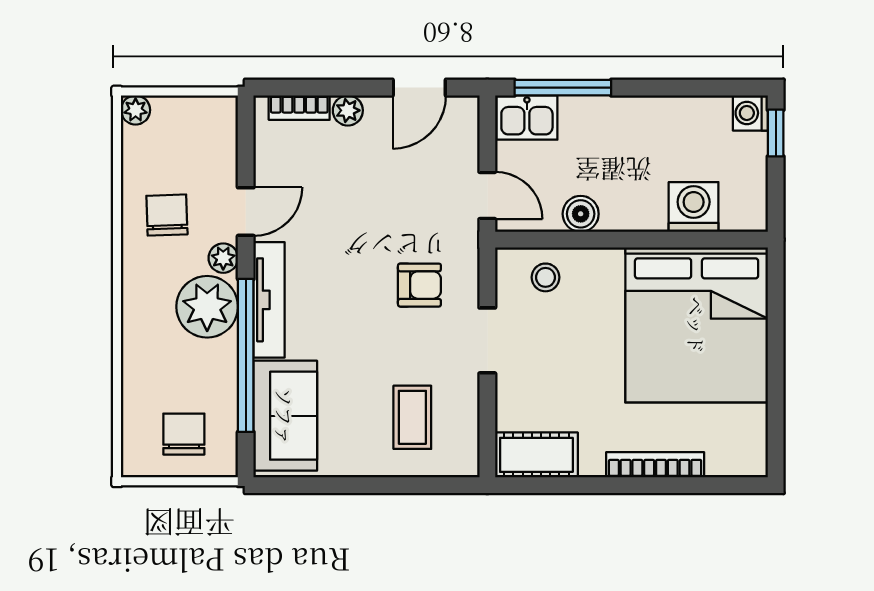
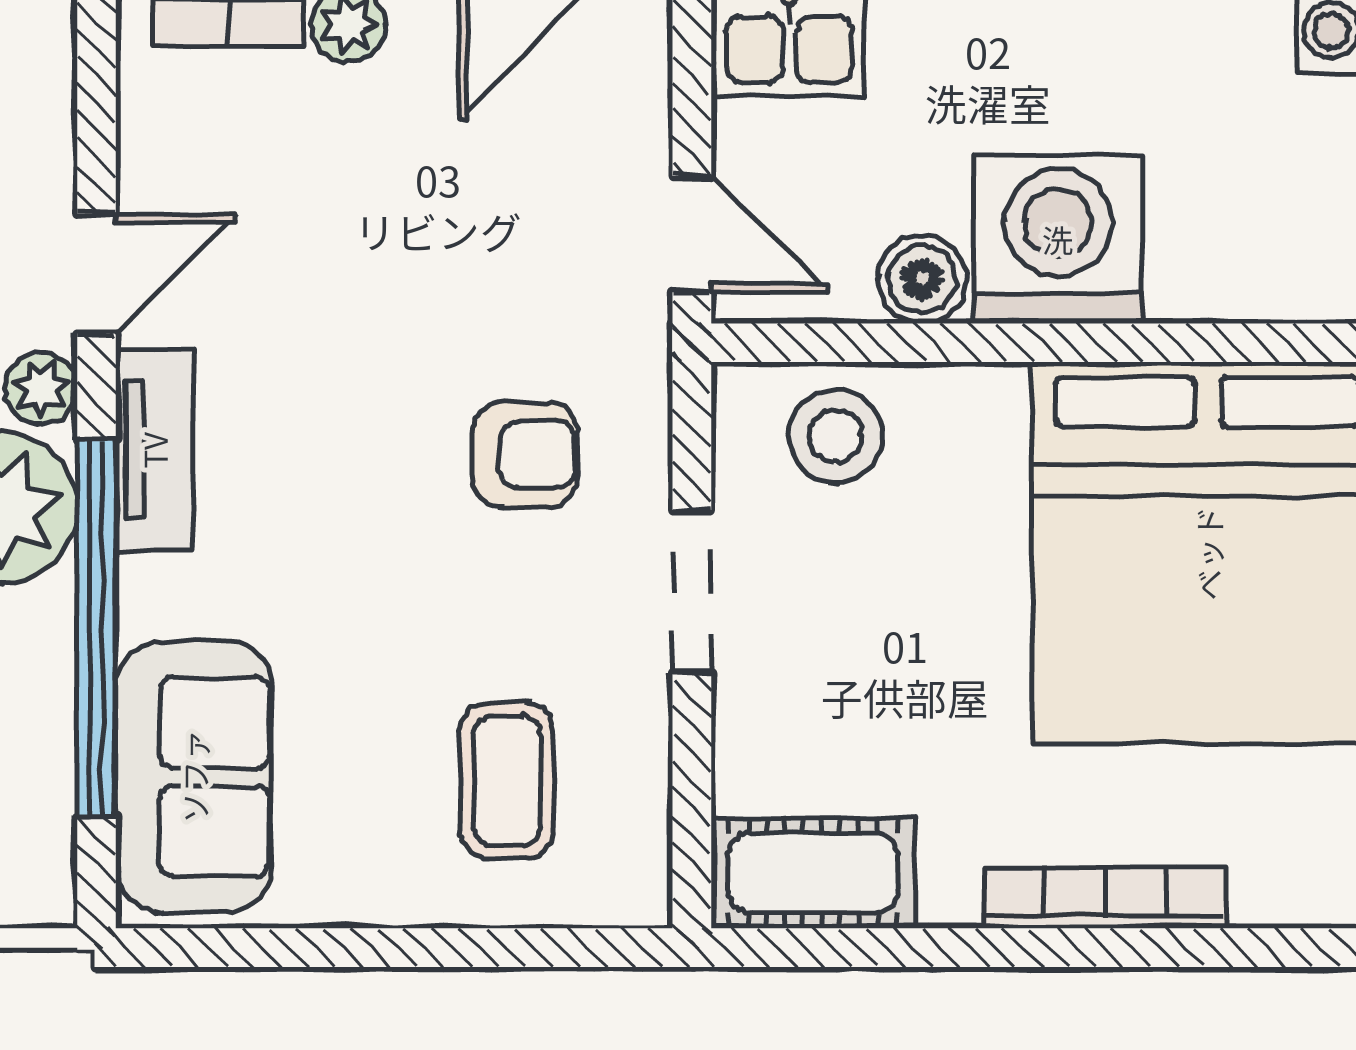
washing machine: (694, 207) -> (1058, 239), moved, width x1.37, depth x1.37
stool: (546, 277) -> (835, 436), width x1.37, depth x1.37
tv unit: (269, 300) -> (154, 450), width x0.71

